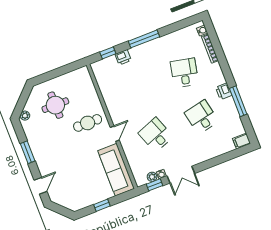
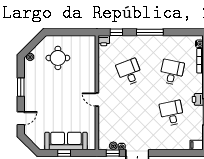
printer: (123, 57) -> (104, 41), moved
cafe table: (88, 123) -> (78, 82), removed
door: (115, 134) -> (97, 100), swing flipped
desk: (156, 135) -> (129, 72), moved
sofa: (116, 170) -> (66, 141), moved, turned 90

